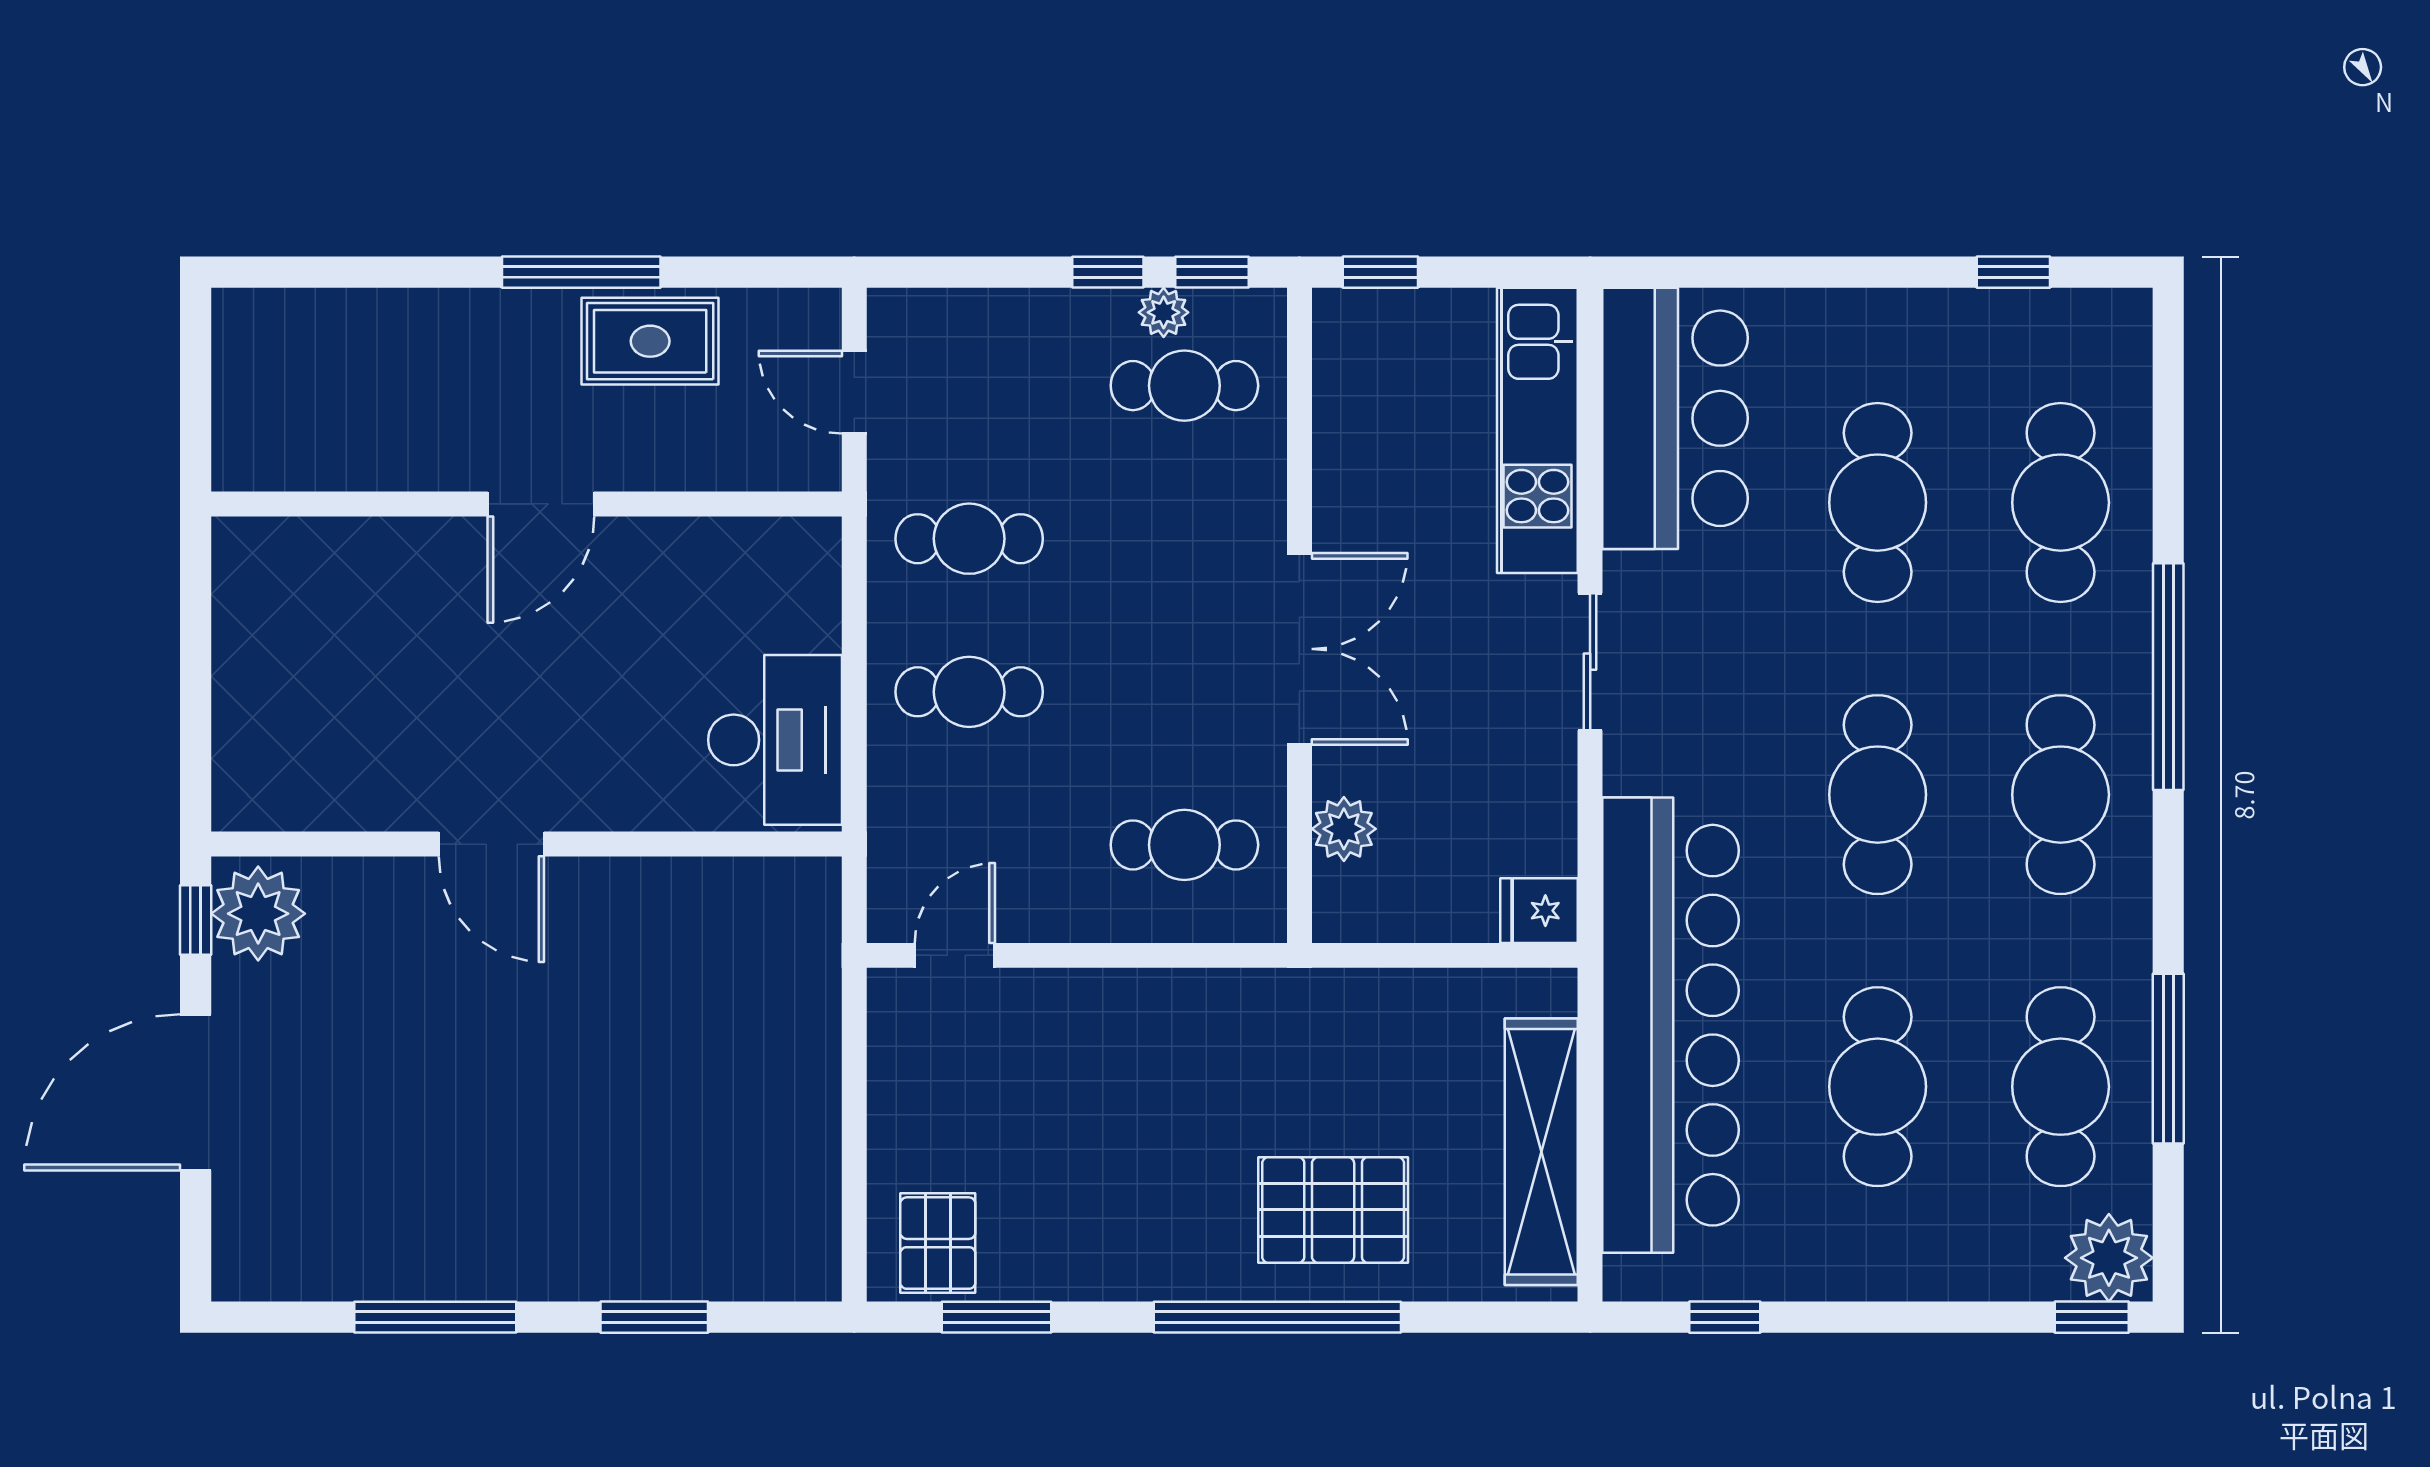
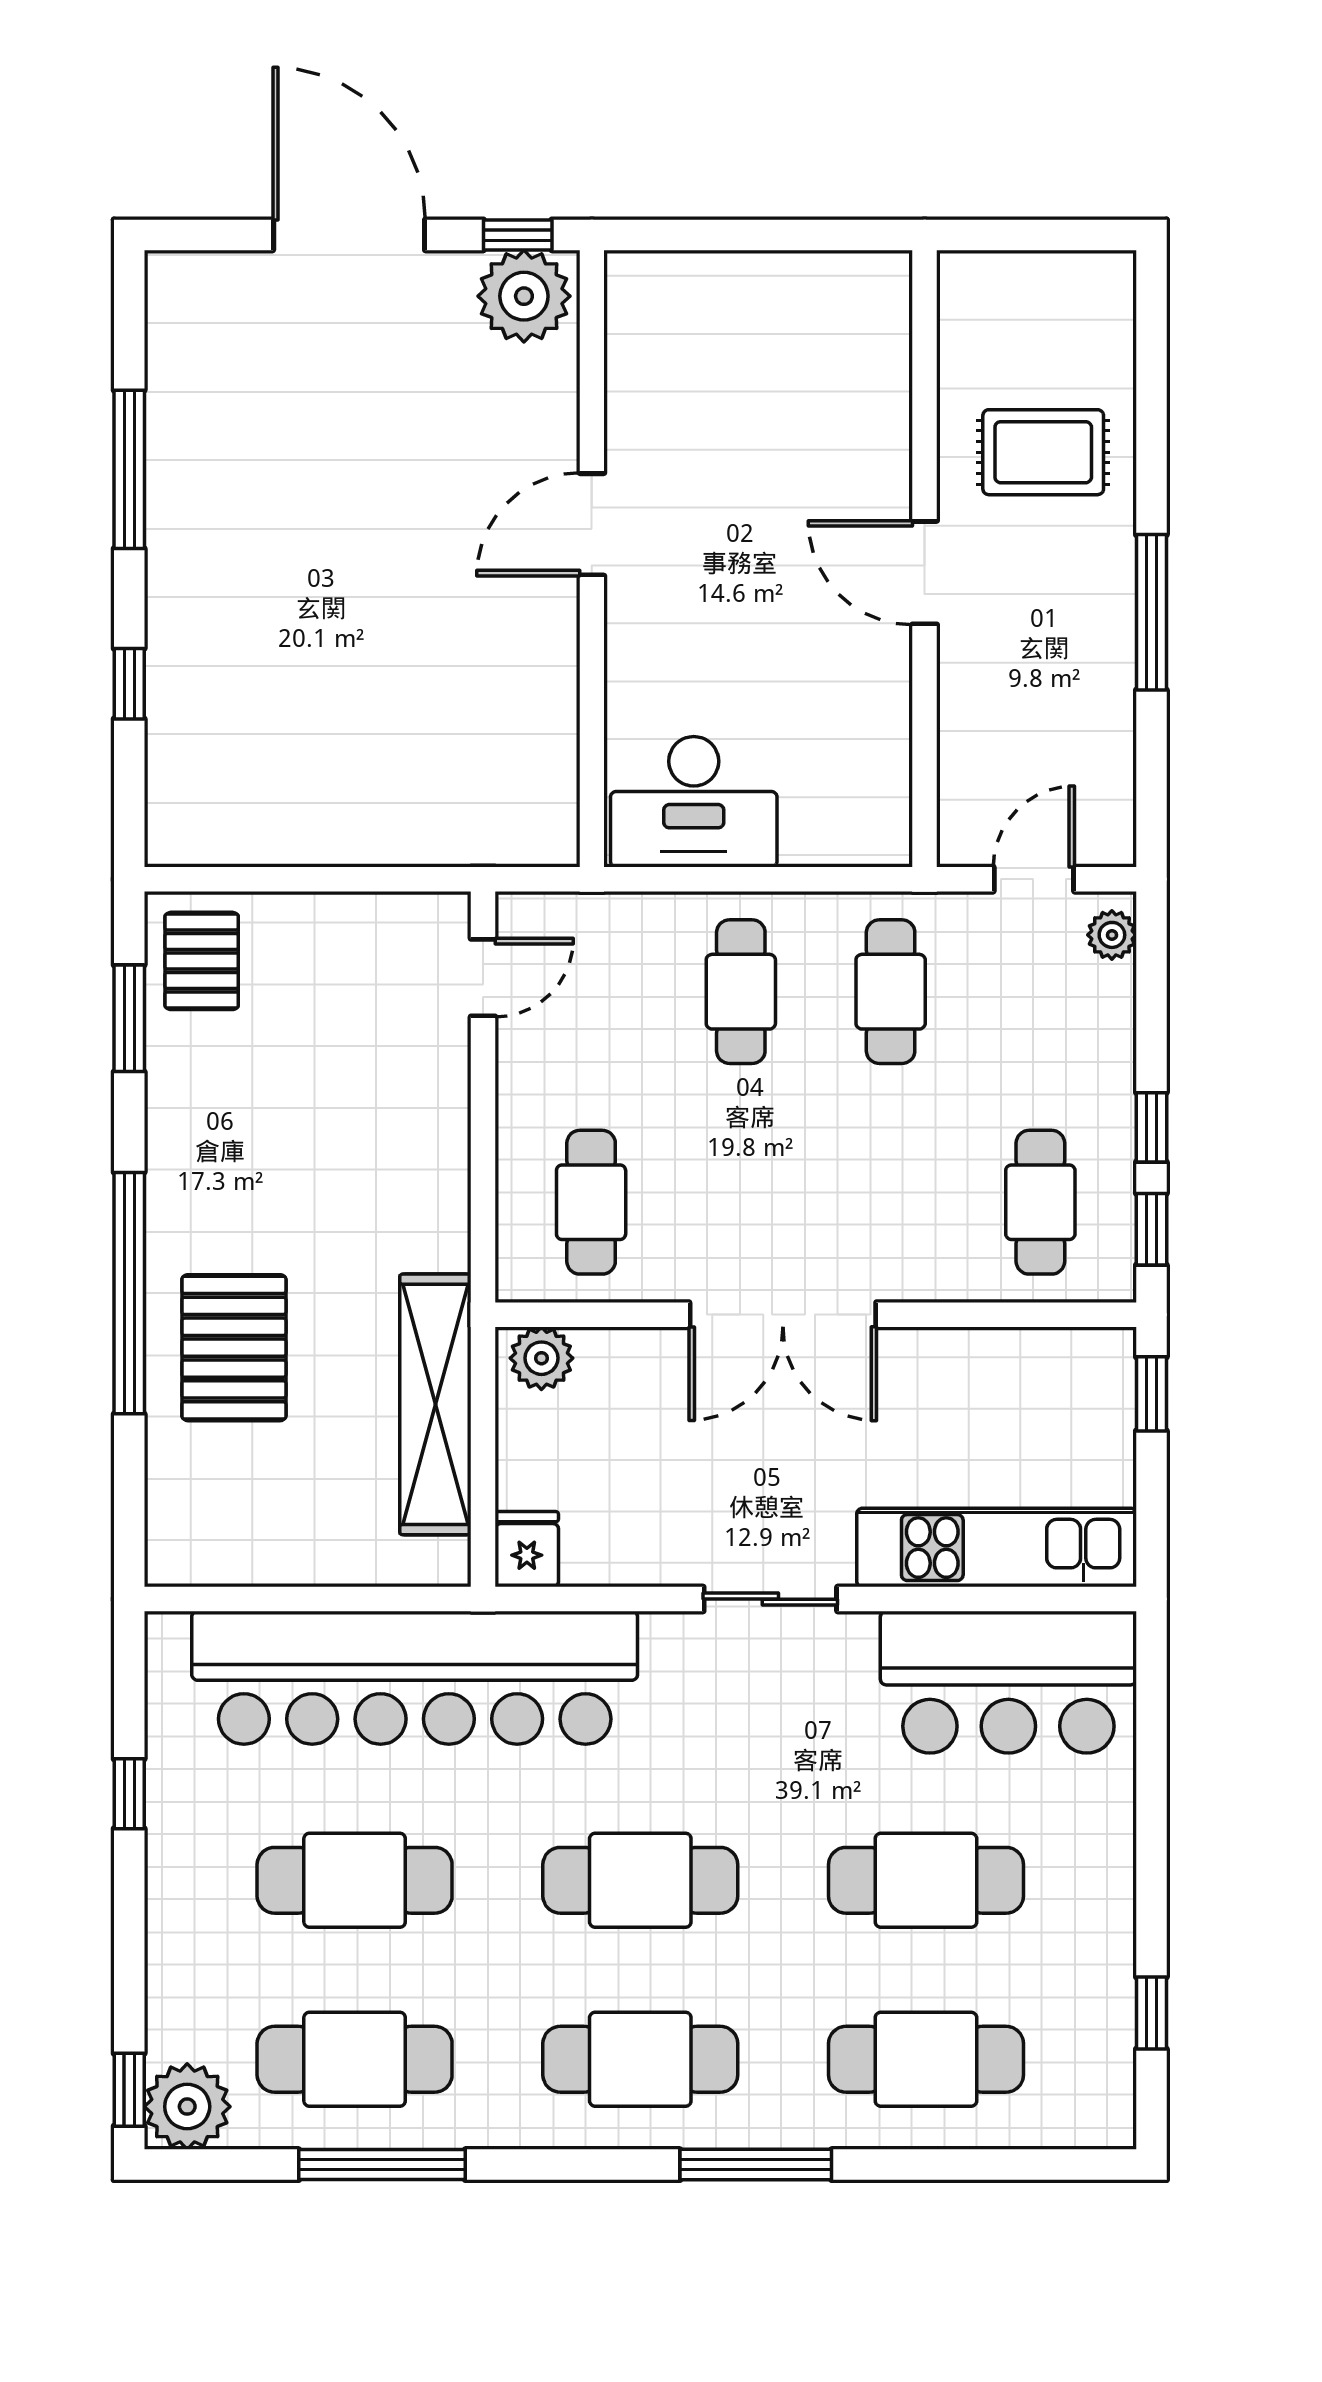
plant: (1164, 312) -> (1112, 935), moved
rug: (650, 341) -> (1043, 452), moved, turned 90
window: (2168, 677) -> (756, 2165), width x0.68
plant: (1344, 829) -> (541, 1358), moved
door: (955, 955) -> (483, 978), hinge flipped
shelving: (1541, 1152) -> (435, 1404), moved, turned 90
pallet: (938, 1243) -> (202, 961), turned 90
window: (654, 1317) -> (129, 684), width x0.67
window: (1725, 1317) -> (129, 1794), moved

